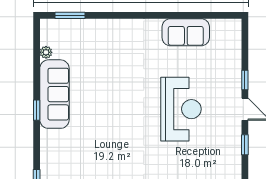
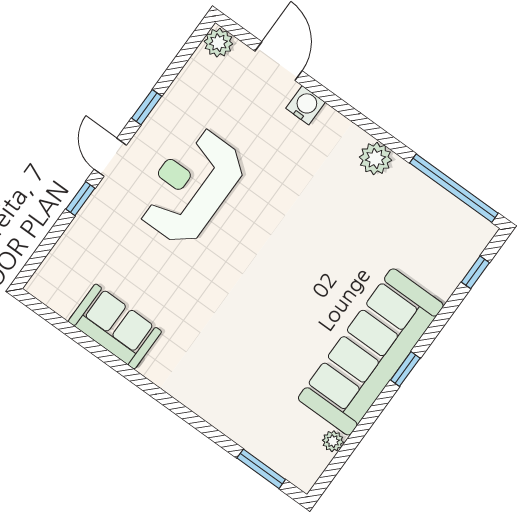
sofa: (54, 94) -> (371, 352), width x1.36, depth x1.27
reception desk: (181, 109) -> (191, 186), moved

